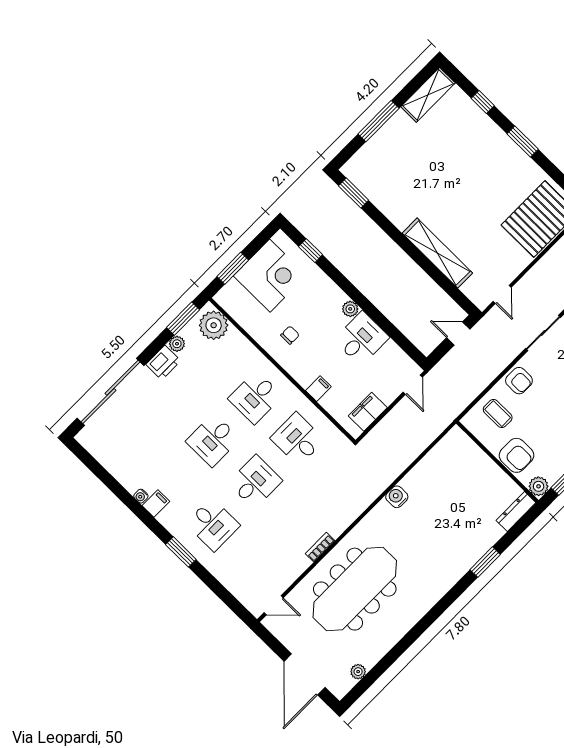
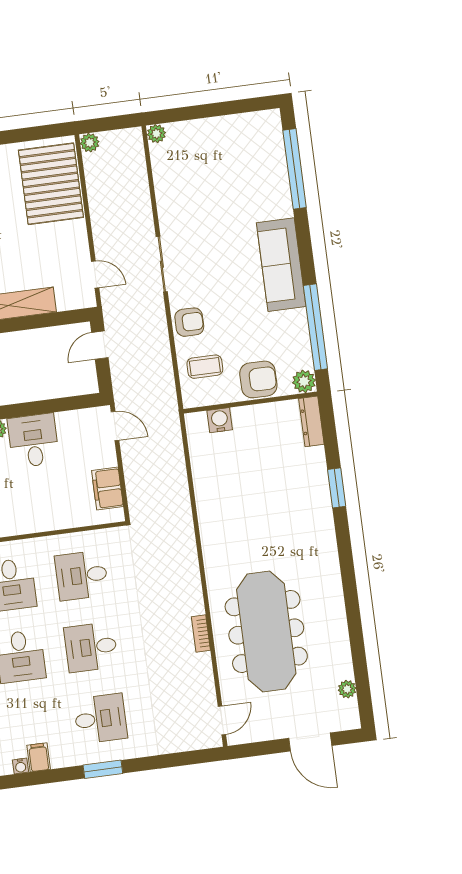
filing cabinet: (318, 389) -> (49, 518), removed
desk: (255, 482) -> (91, 647), turned -90
water cooler: (397, 497) -> (220, 420), moved, turned 90
door: (305, 674) -> (310, 742), width x0.73

